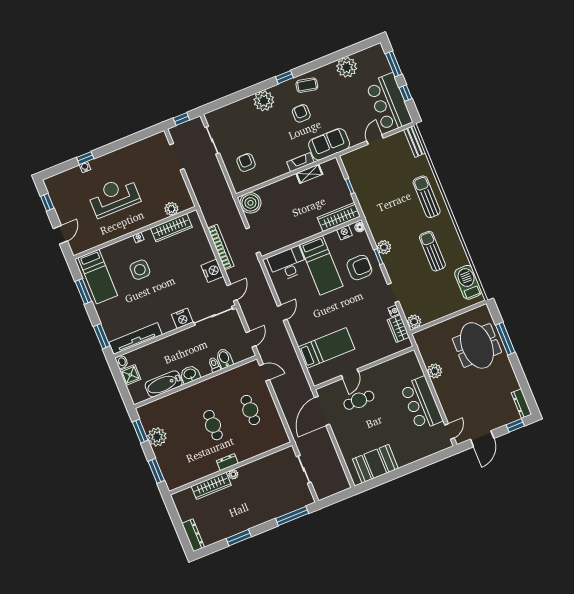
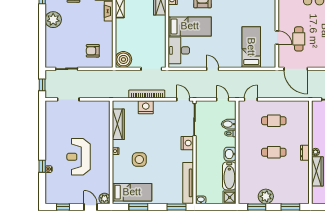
plant: (171, 209) -> (104, 199), moved
nightstand: (212, 271) -> (146, 107), moved
shower: (130, 375) -> (230, 197), moved

